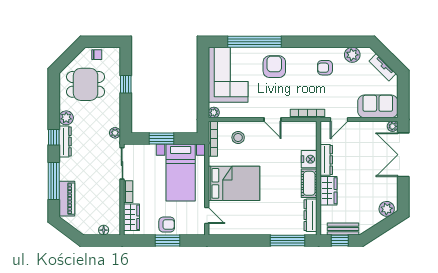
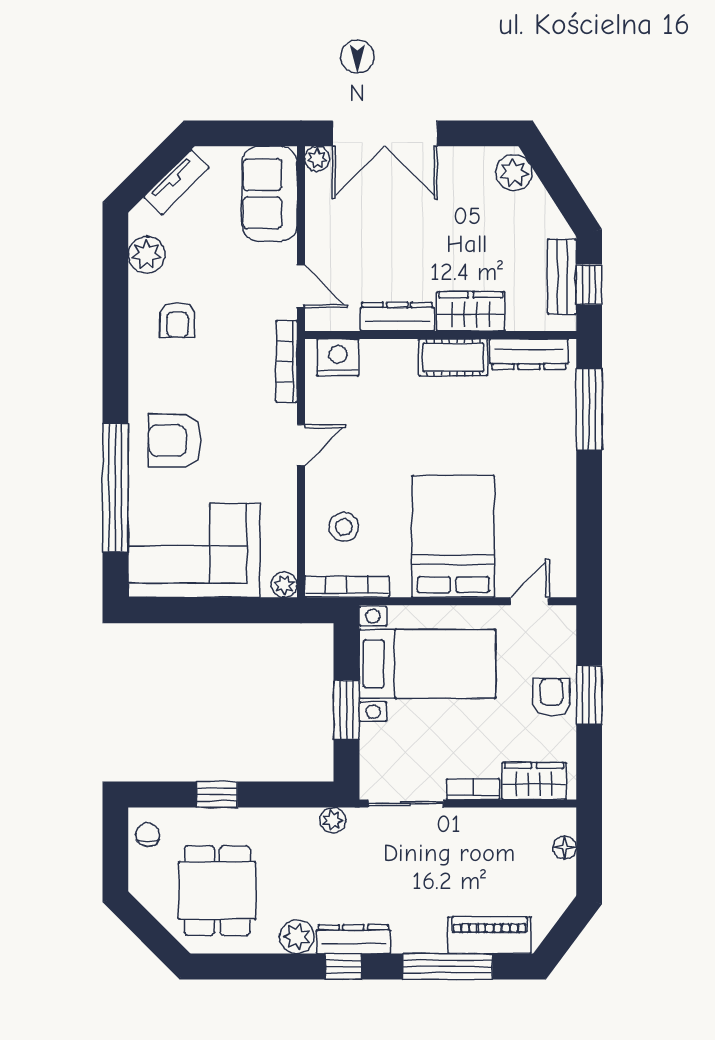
chair: (97, 55) -> (148, 835), moved
nightstand: (309, 159) -> (338, 357), moved

